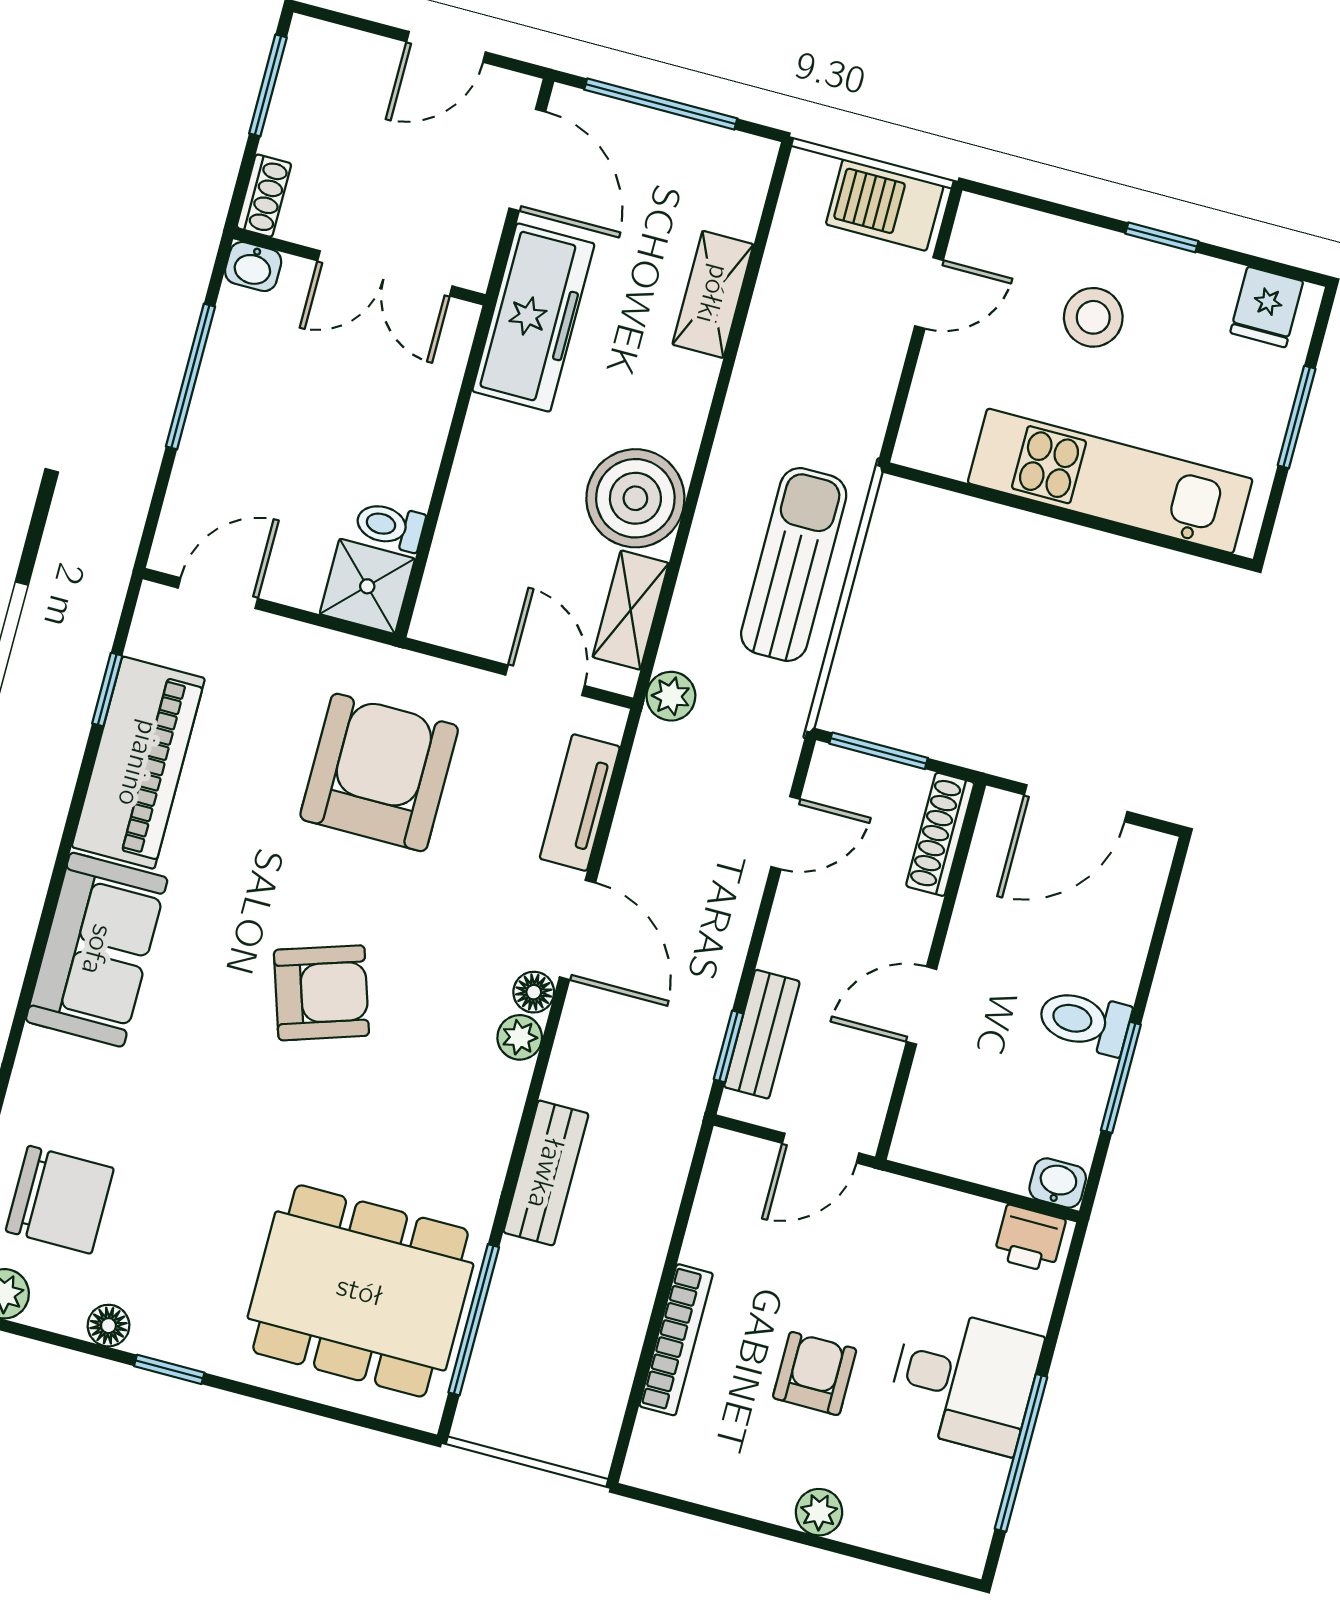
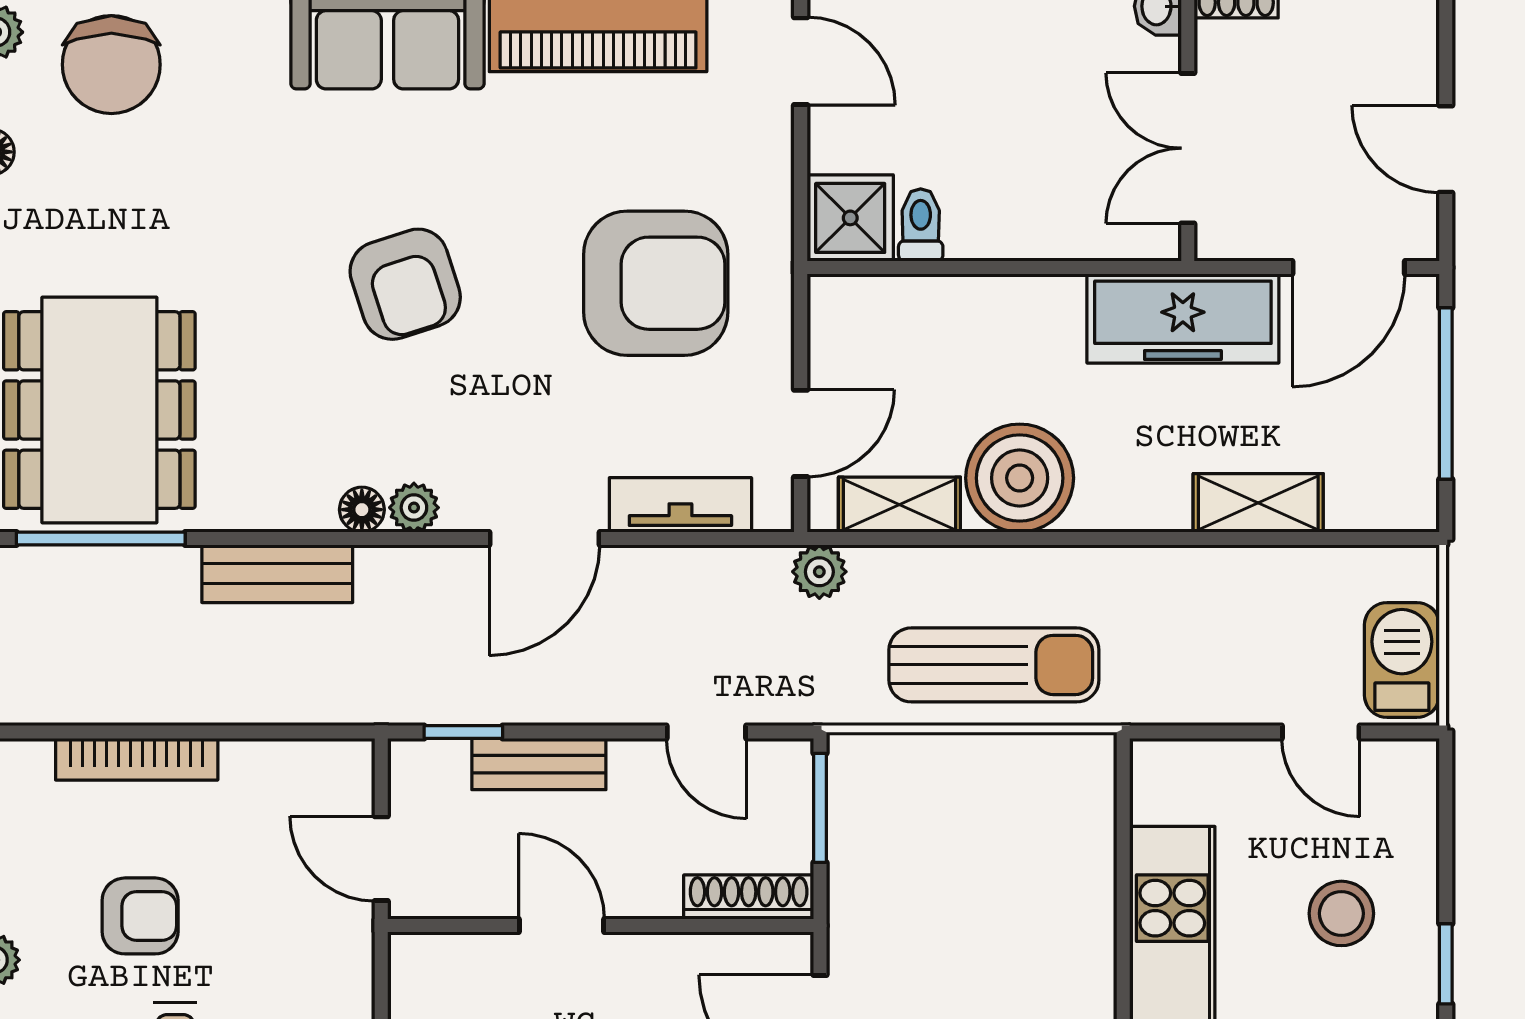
floor lamp: (534, 992) -> (362, 510), moved
bench: (762, 1034) -> (539, 764), moved

